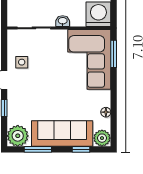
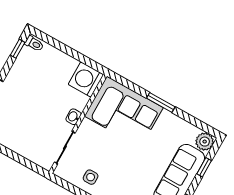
window: (114, 54) -> (161, 102), moved
floor lamp: (106, 112) -> (182, 124), removed

